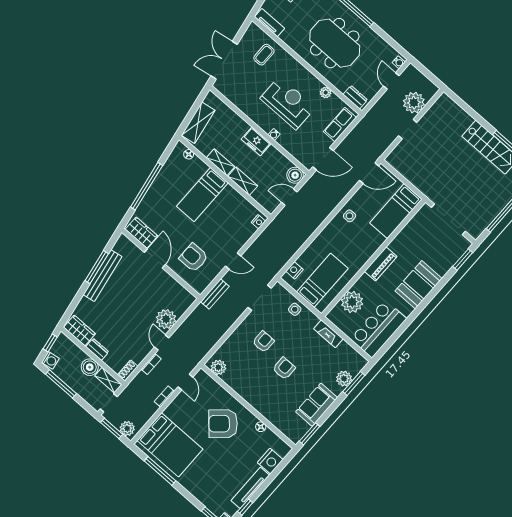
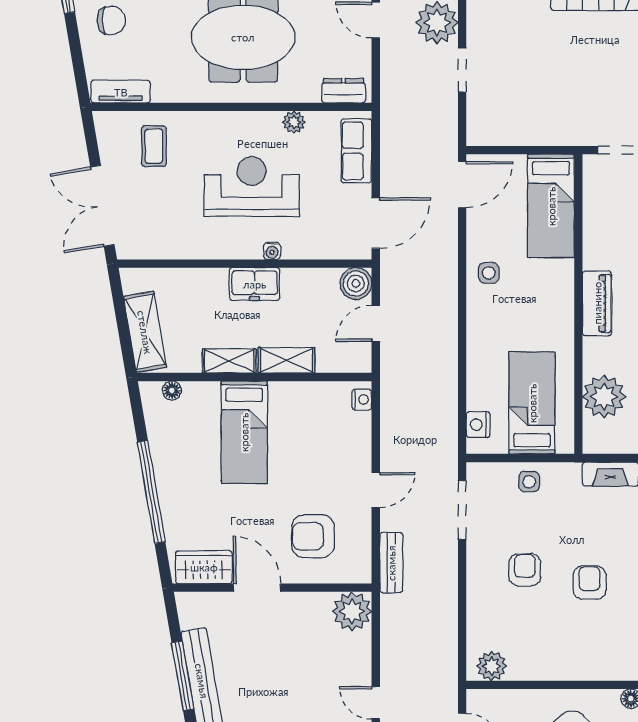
plant: (166, 319) -> (352, 611), moved

